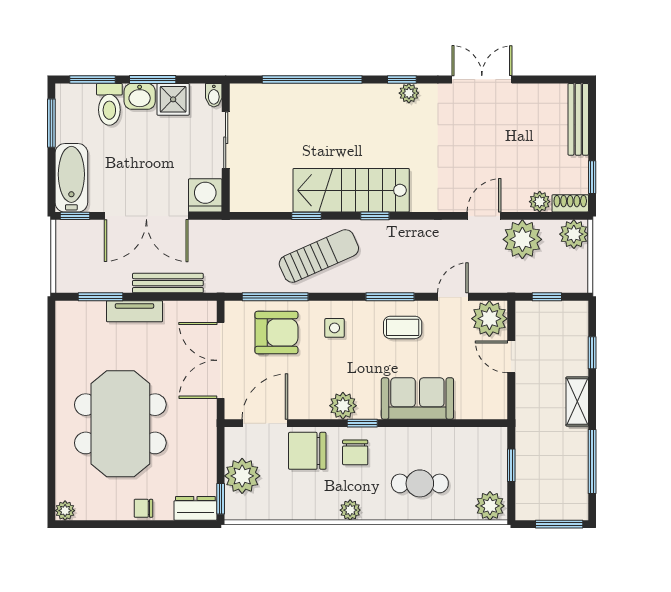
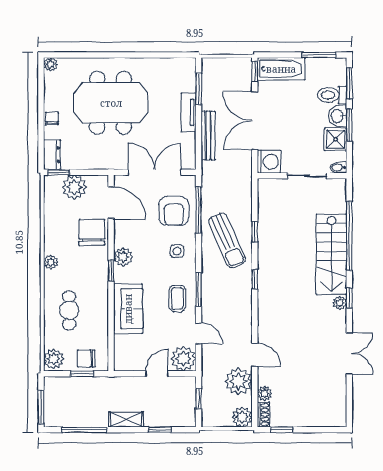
bench: (578, 119) -> (322, 420), removed
stairs: (351, 190) -> (331, 254), moved, turned 180
chair: (355, 452) -> (86, 359), moved

